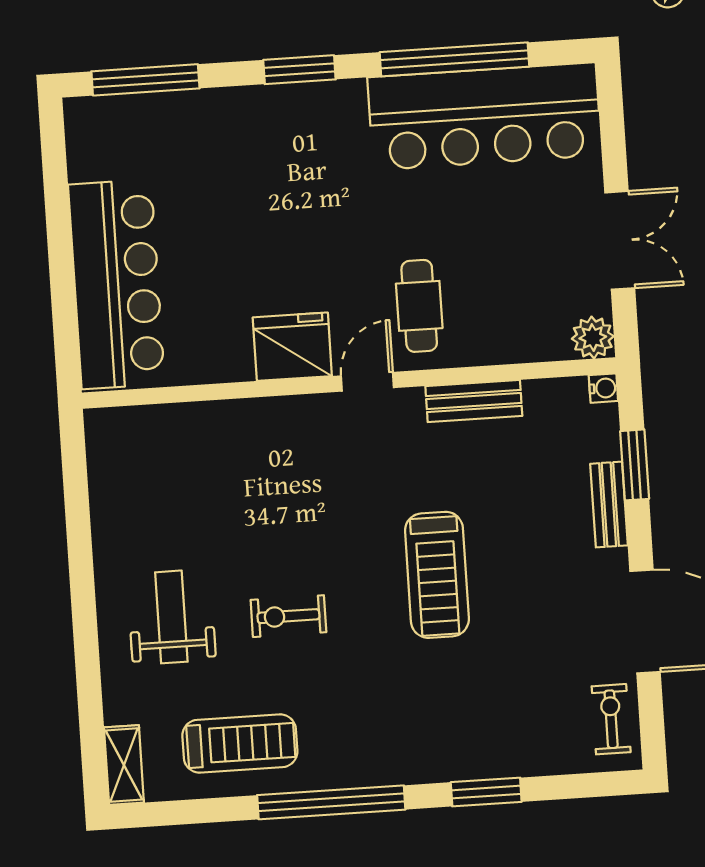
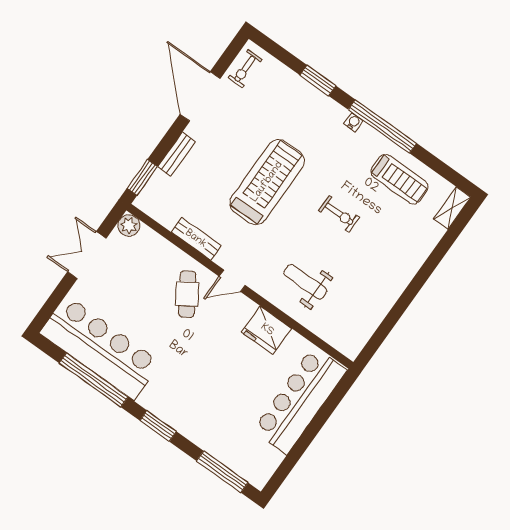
cafe table: (419, 306) -> (187, 294), turned -33
fridge: (292, 347) -> (267, 330), moved
water cooler: (603, 388) -> (353, 122), moved, turned 90
window: (635, 465) -> (142, 177), moved
treadmill: (437, 575) -> (267, 182), width x1.37, depth x1.38
weight bench: (171, 617) -> (305, 282), moved, turned 90
treadmill: (240, 744) -> (399, 179), turned 180

